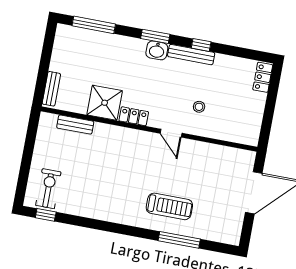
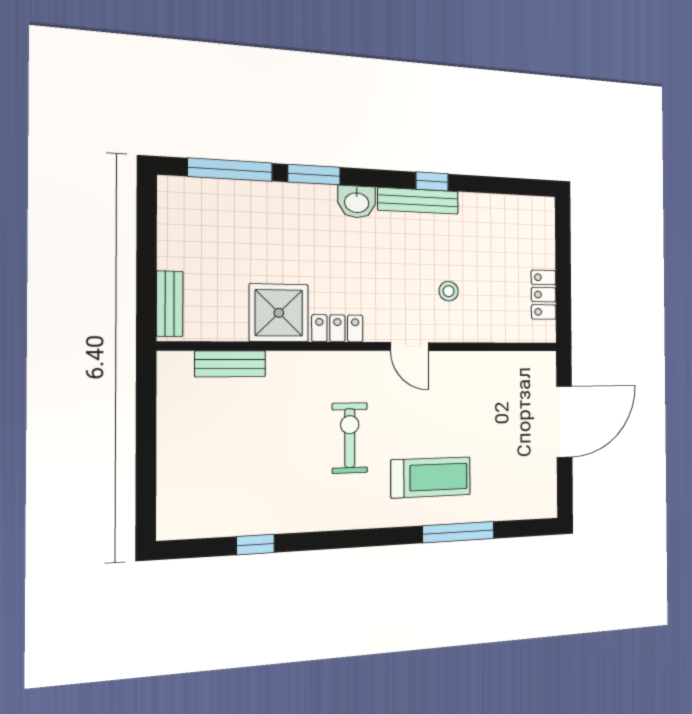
window: (155, 36) -> (314, 175), moved
locker: (263, 77) -> (544, 295), moved
exercise bike: (48, 189) -> (350, 438), moved
window: (46, 215) -> (255, 545), moved

